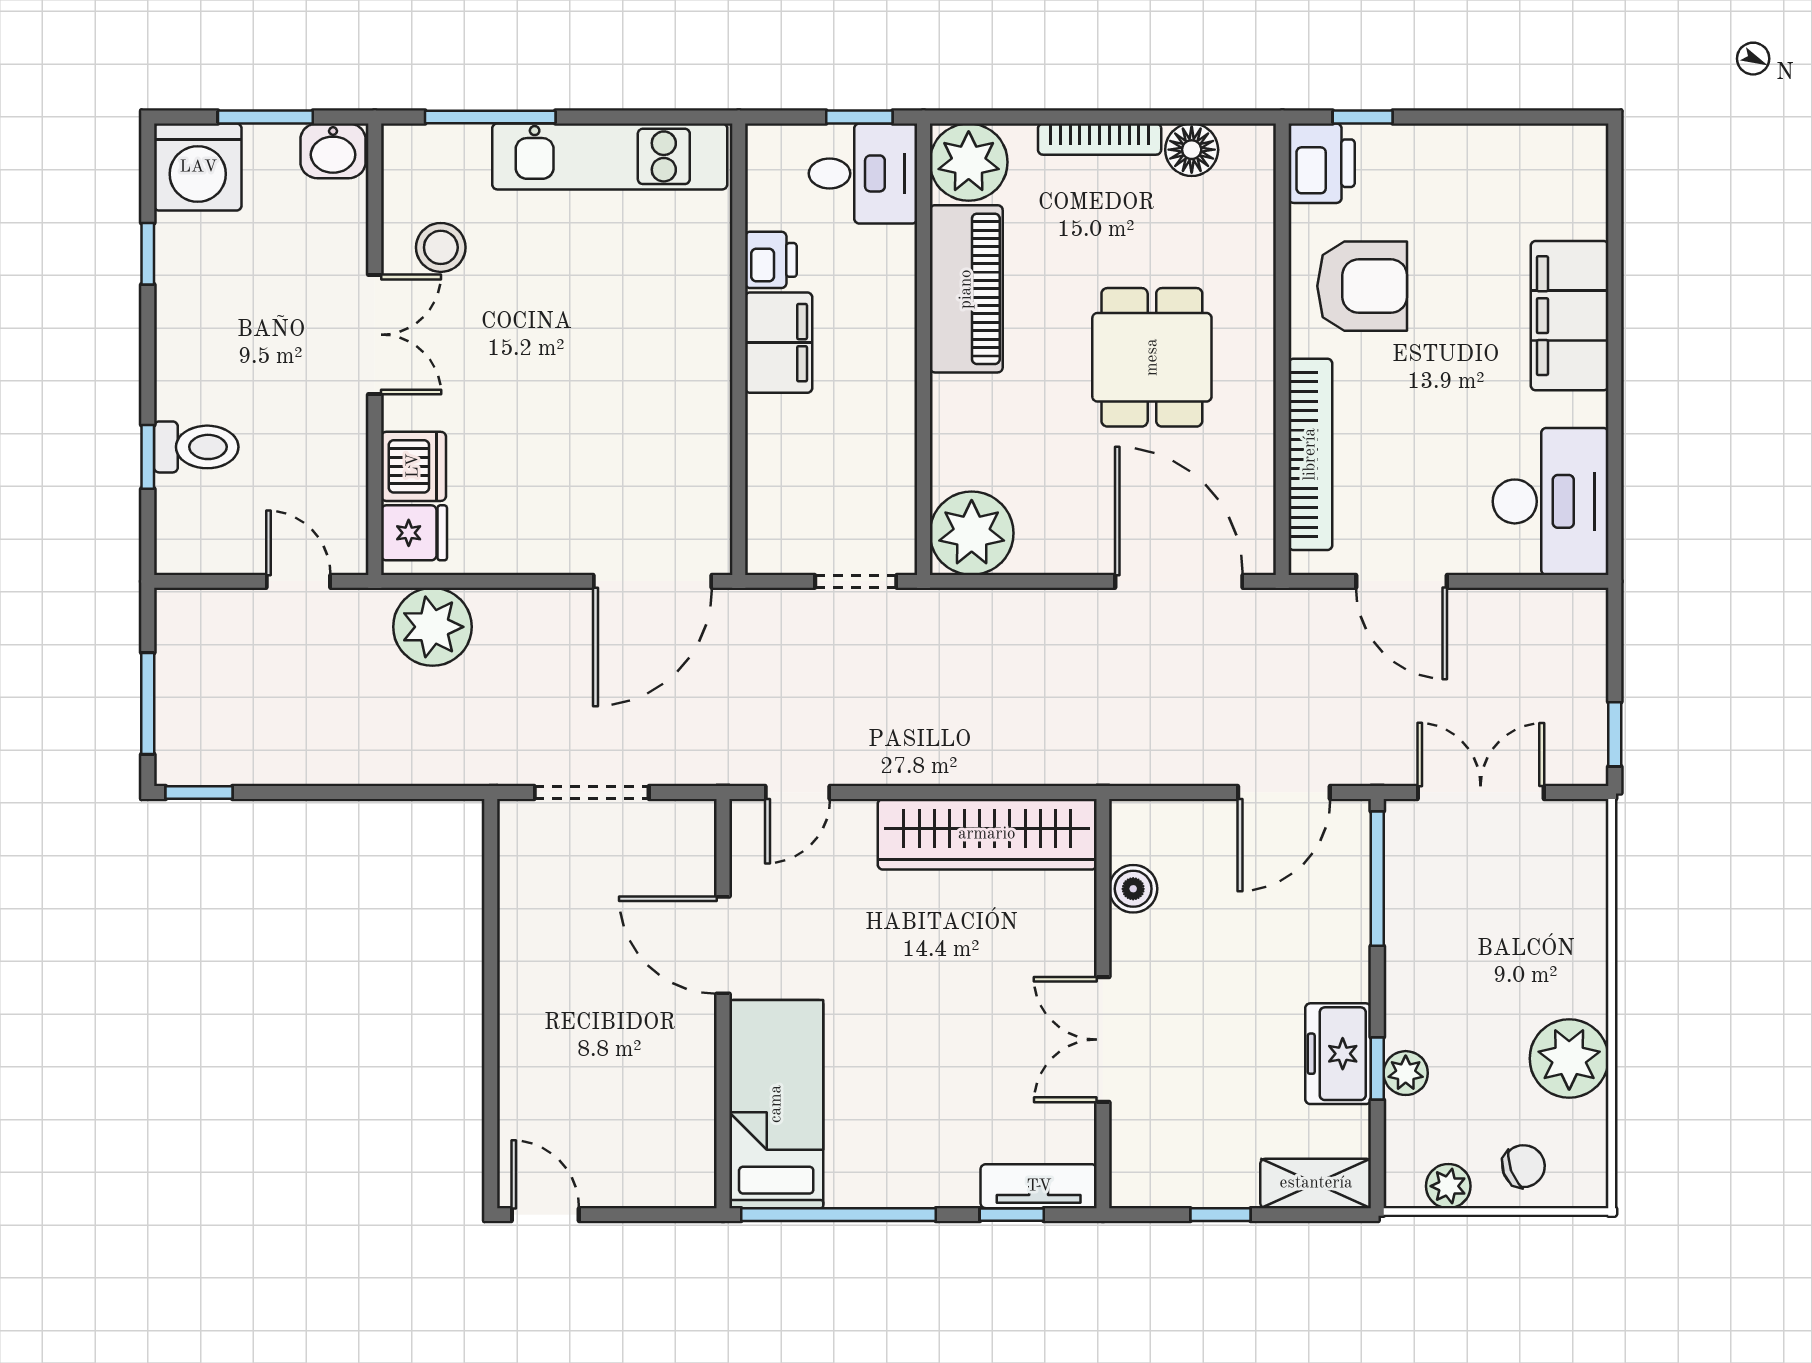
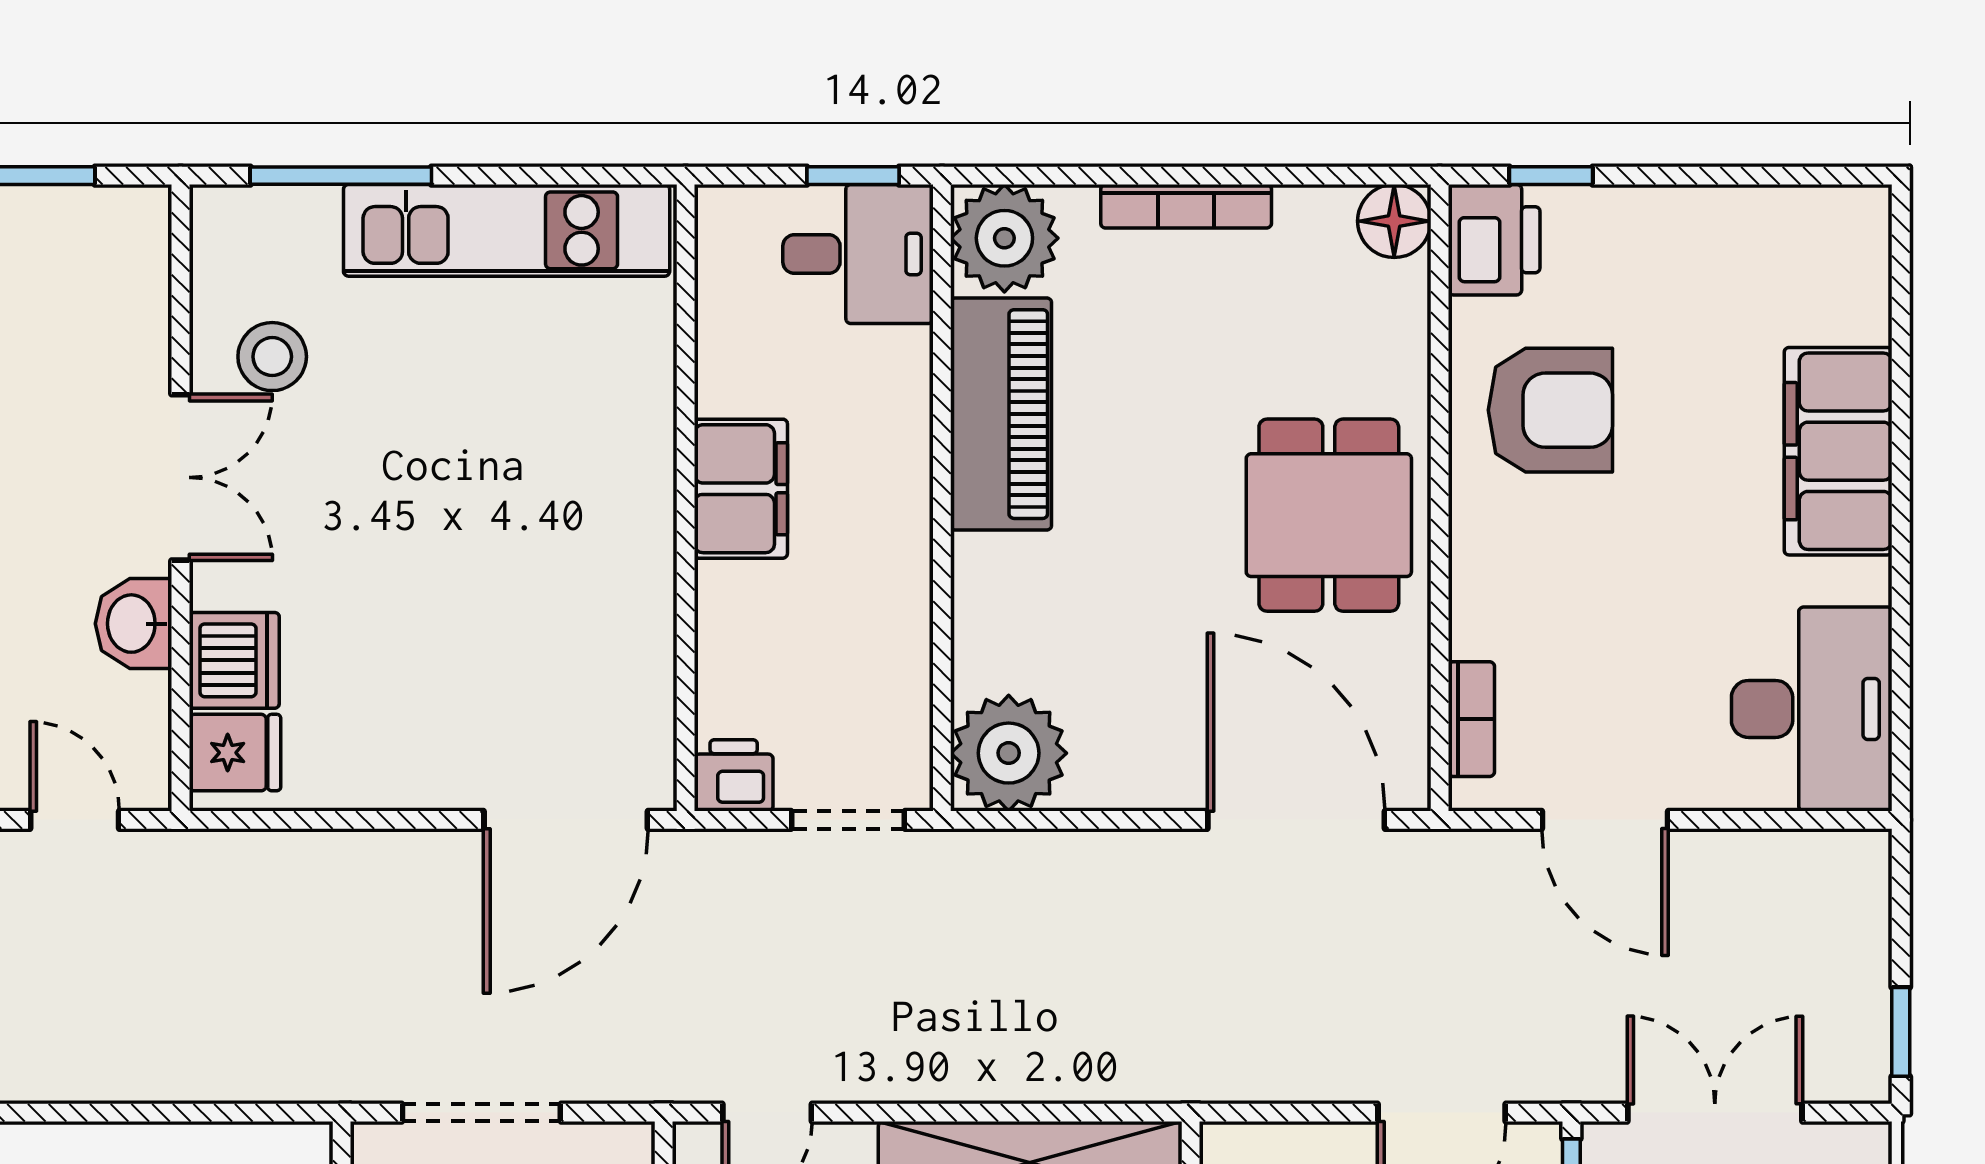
floor lamp: (1192, 150) -> (1394, 221), moved
washbasin: (333, 151) -> (134, 624), moved, turned 90
printer: (771, 260) -> (734, 775), moved, turned -90
dining table: (1152, 357) -> (1329, 515), moved
bookcase: (1310, 454) -> (1471, 719), width x0.43, depth x0.76
plant: (432, 627) -> (261, 883), removed

